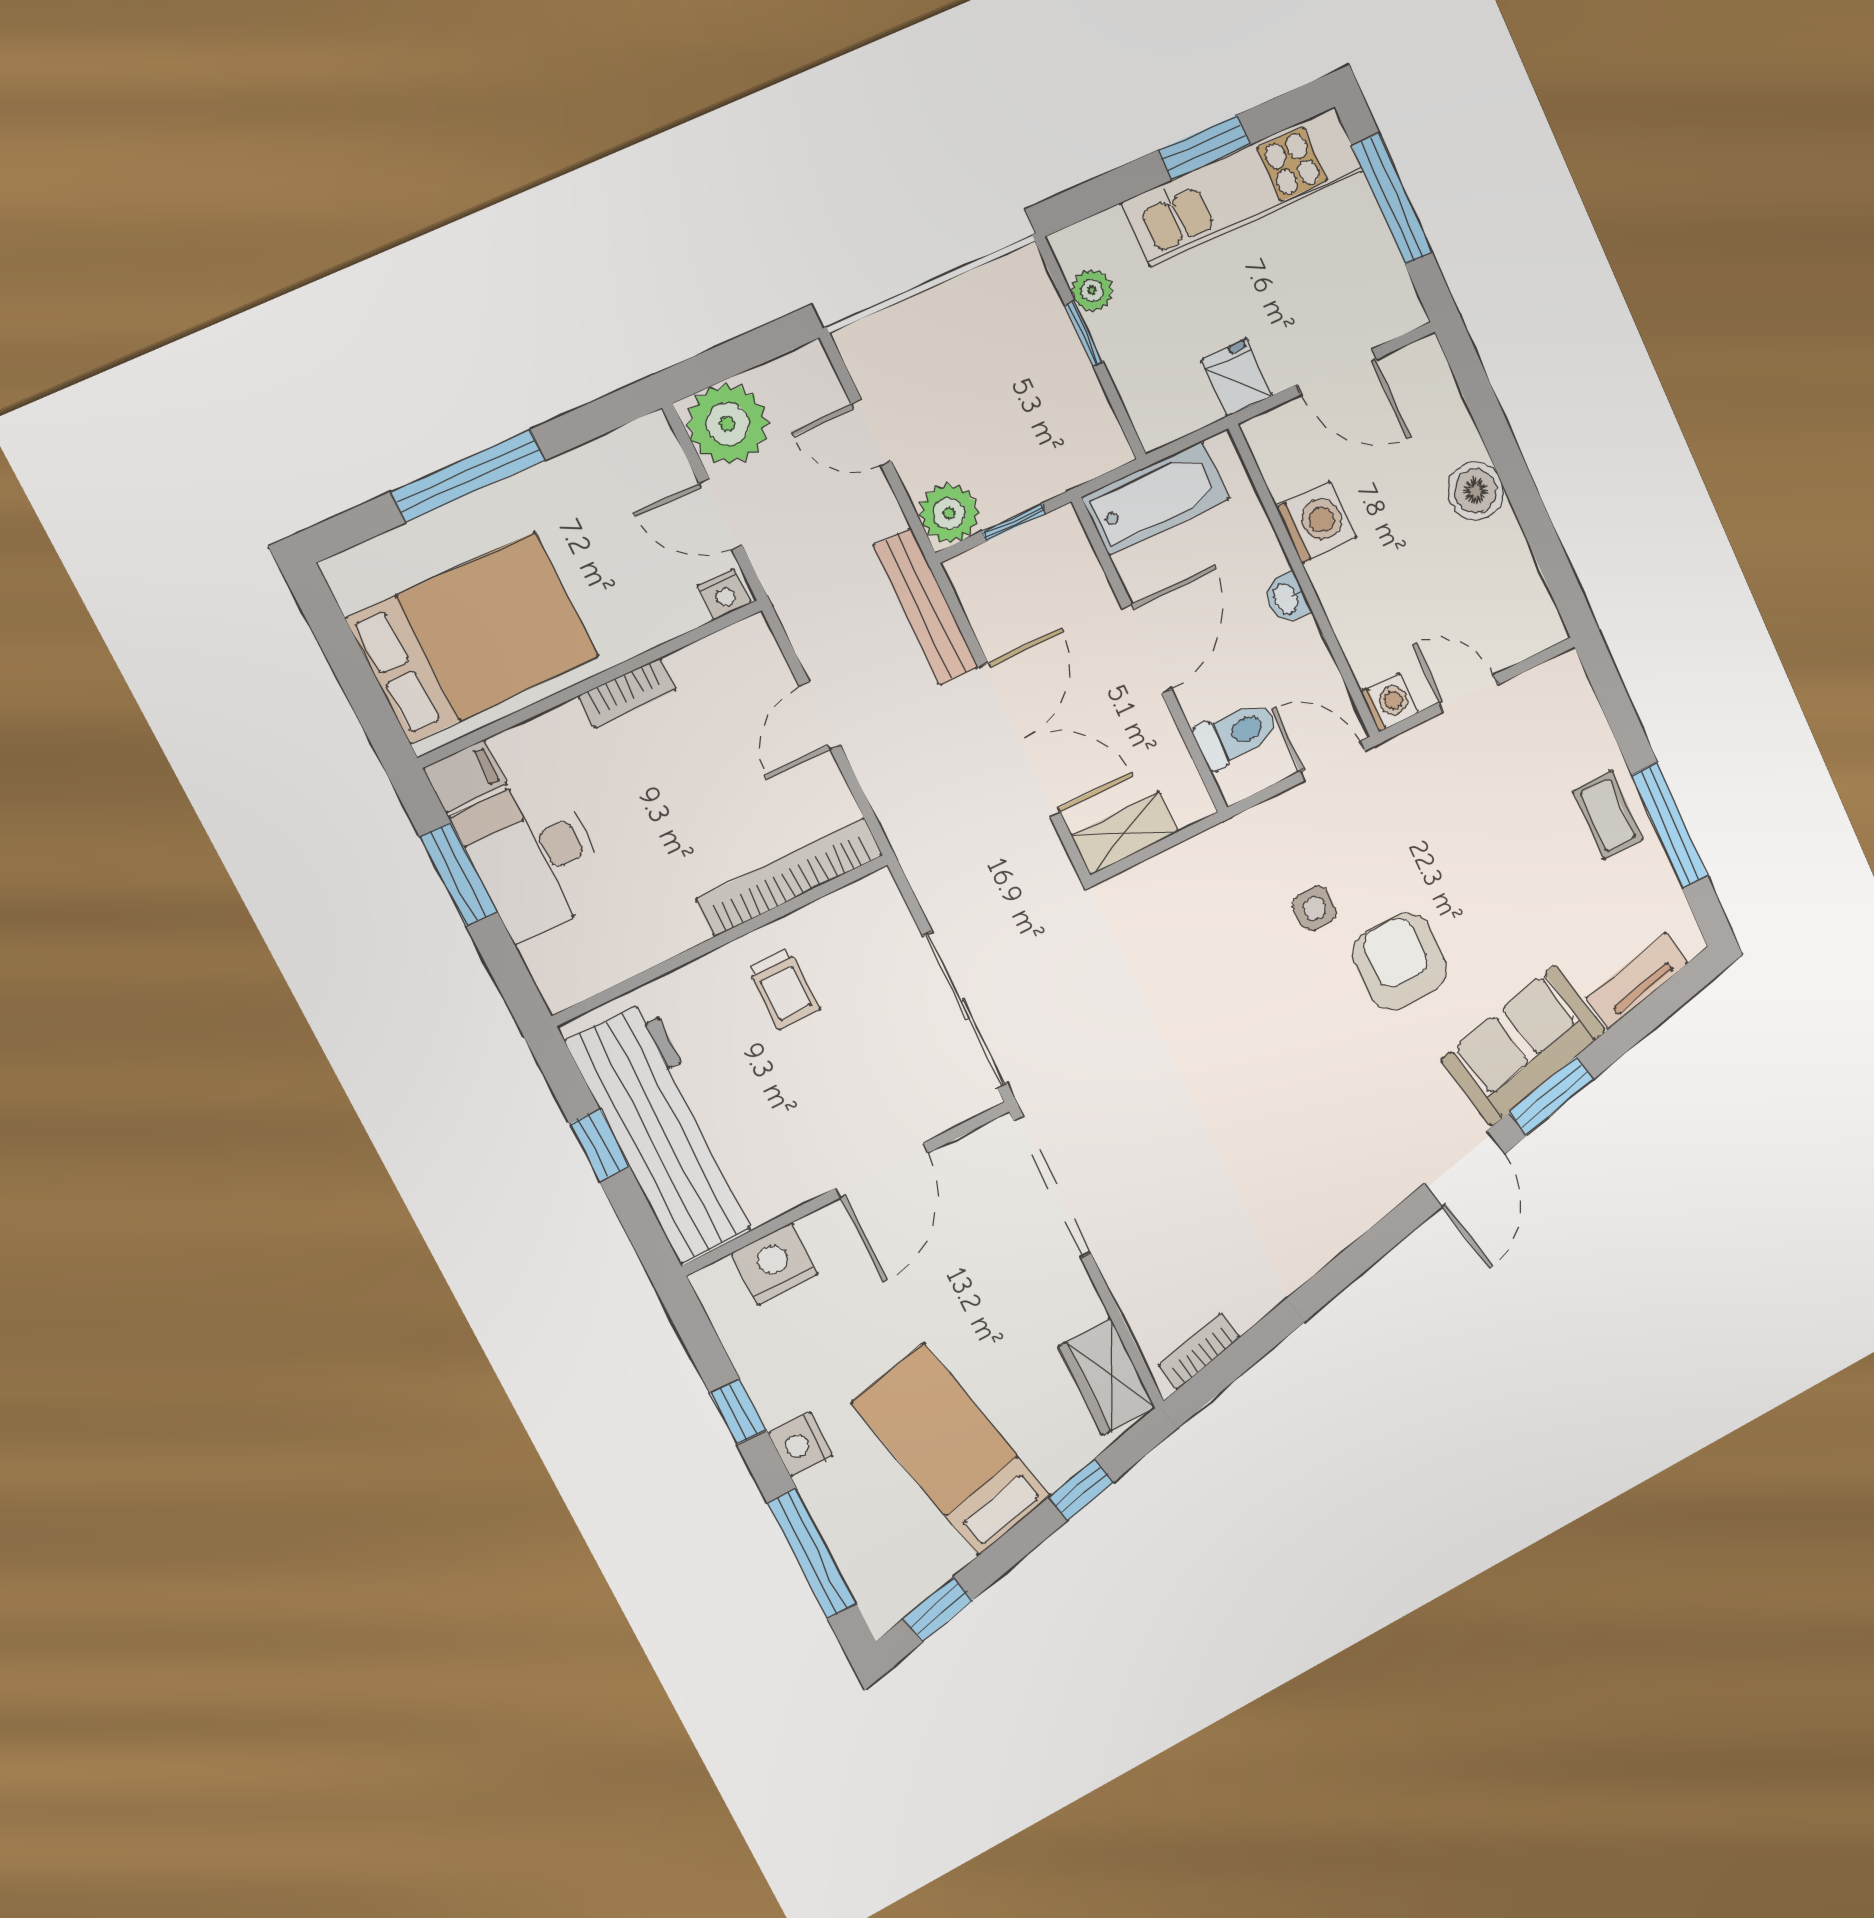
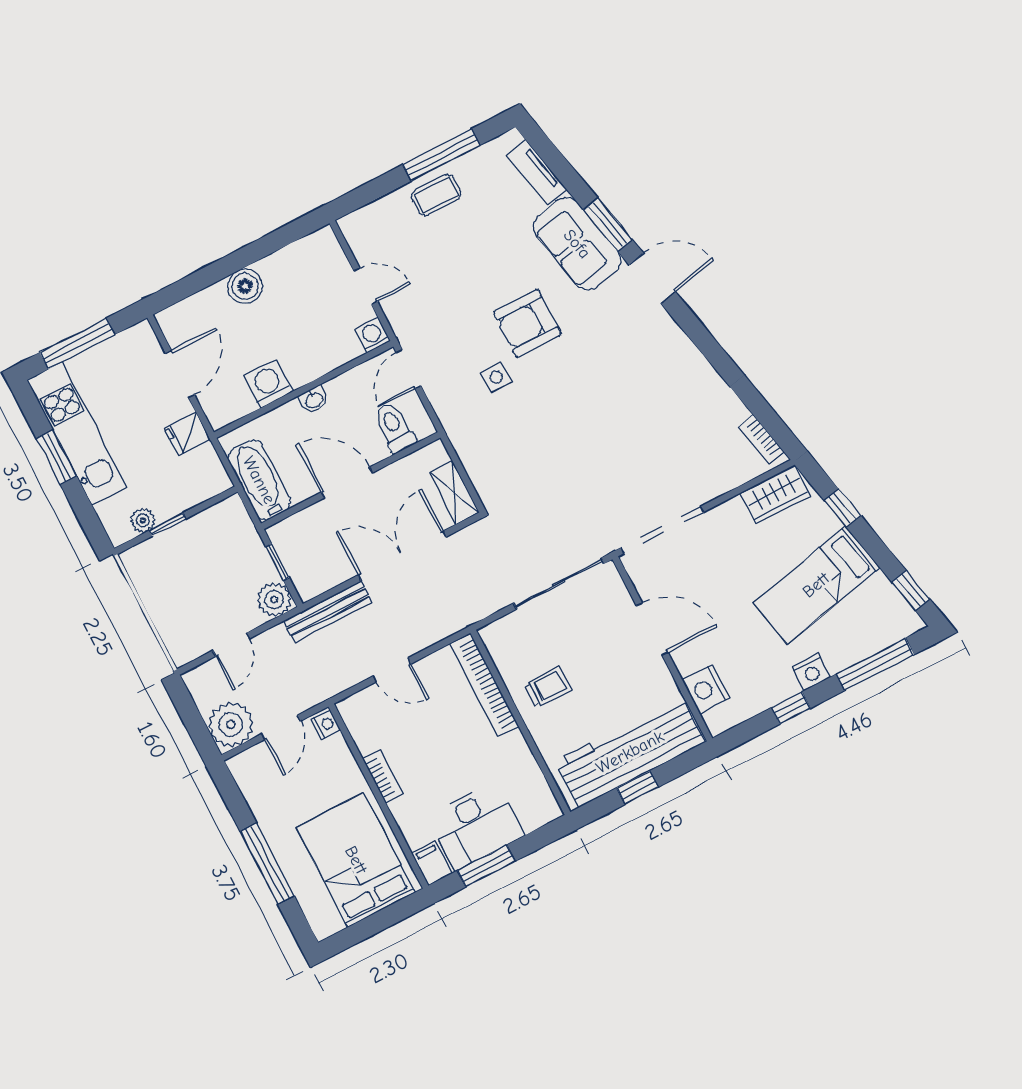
door: (1468, 694) -> (366, 286), swing flipped

